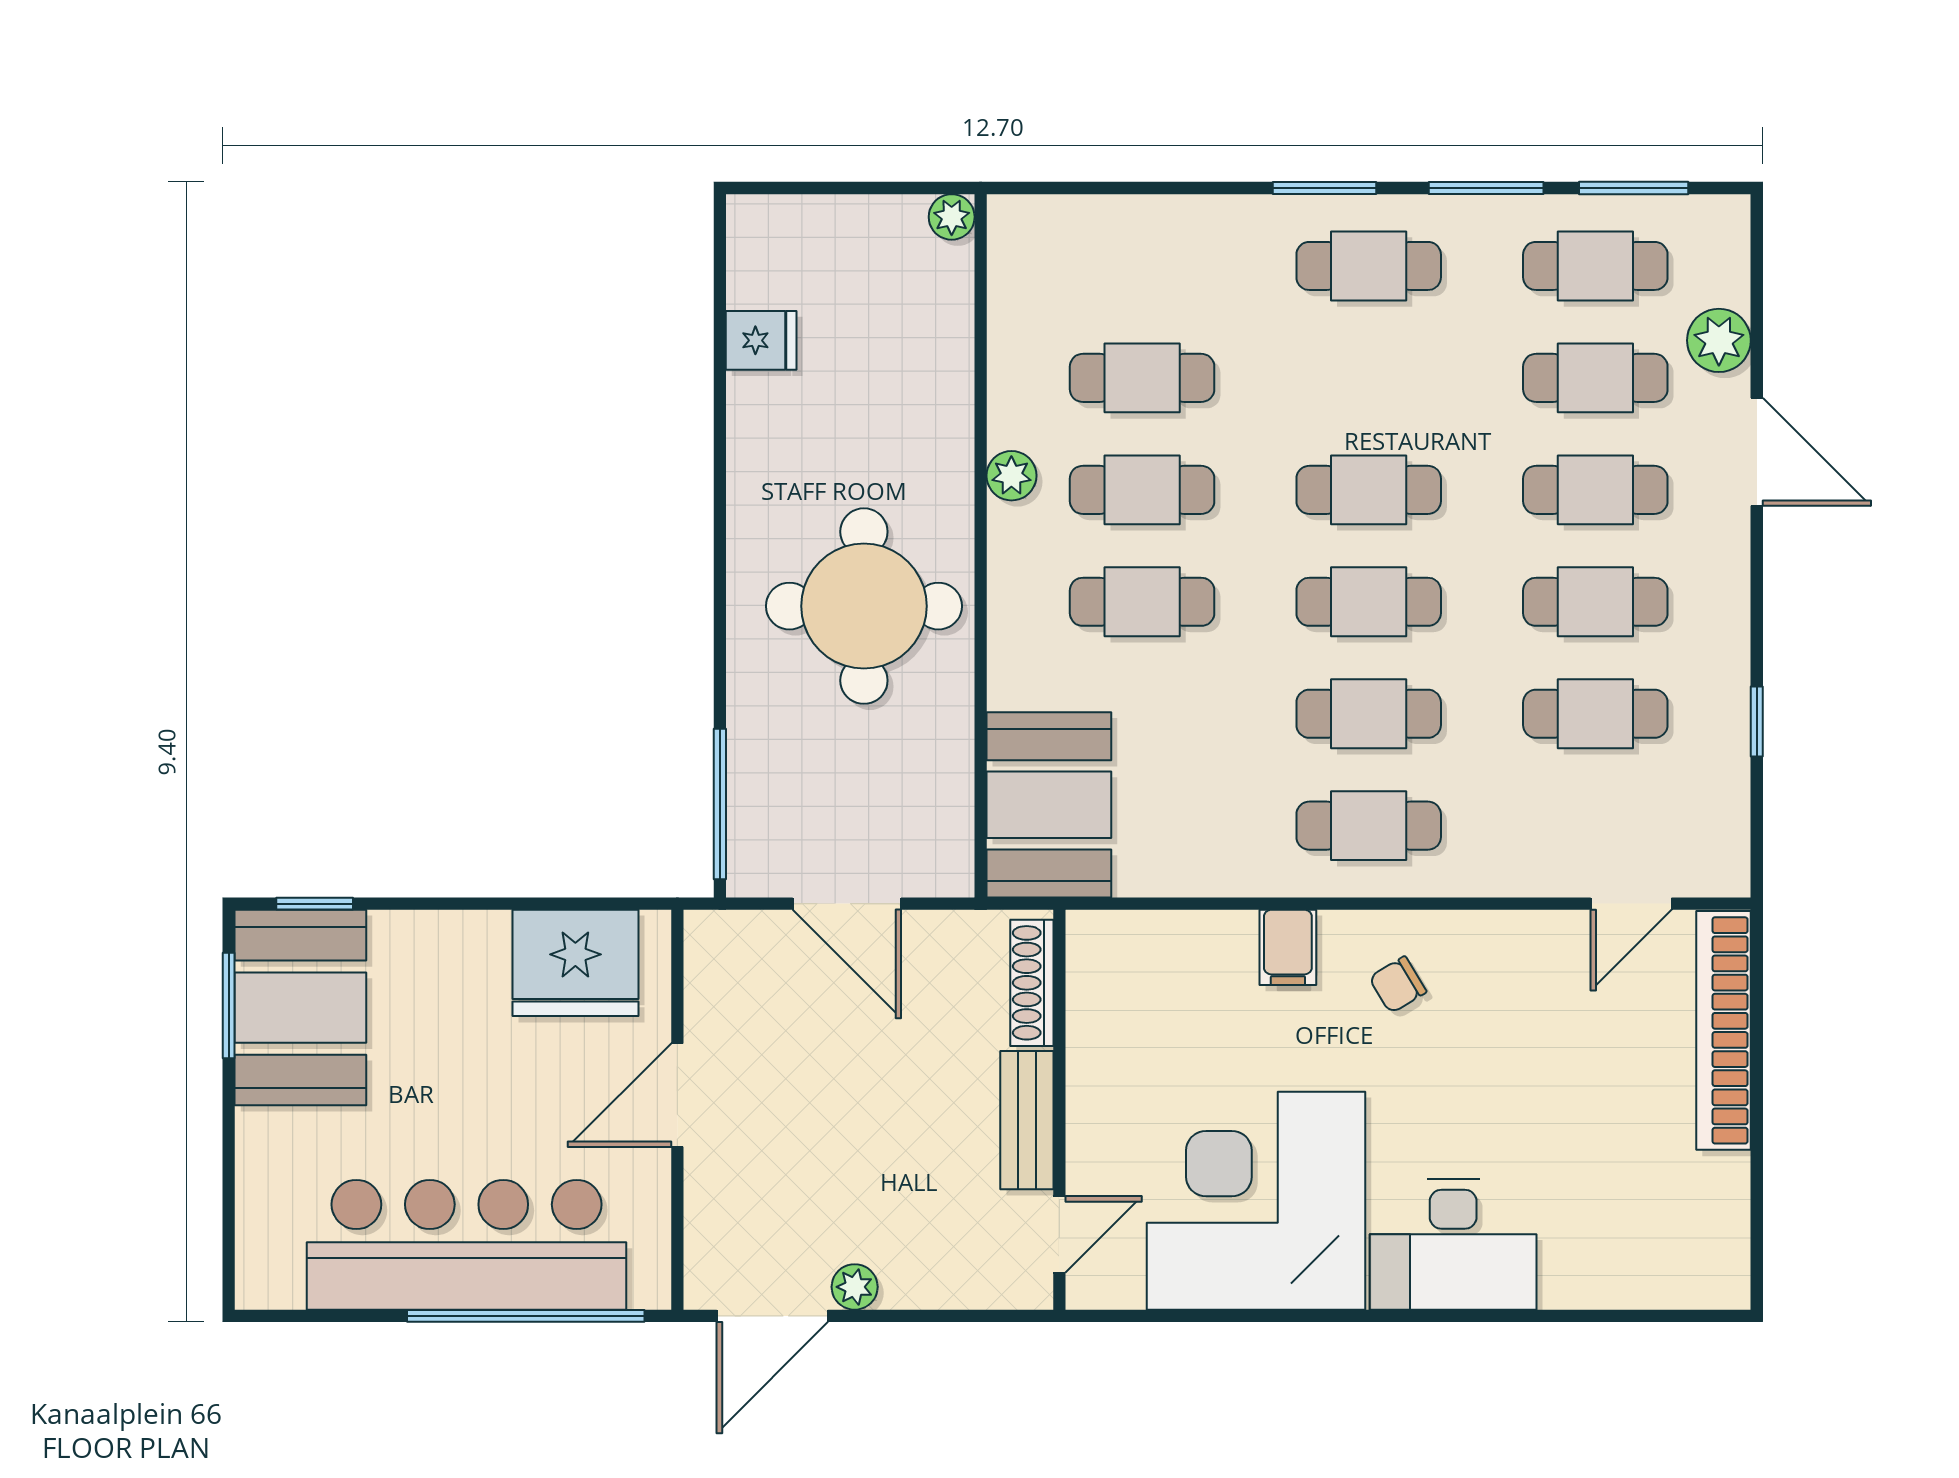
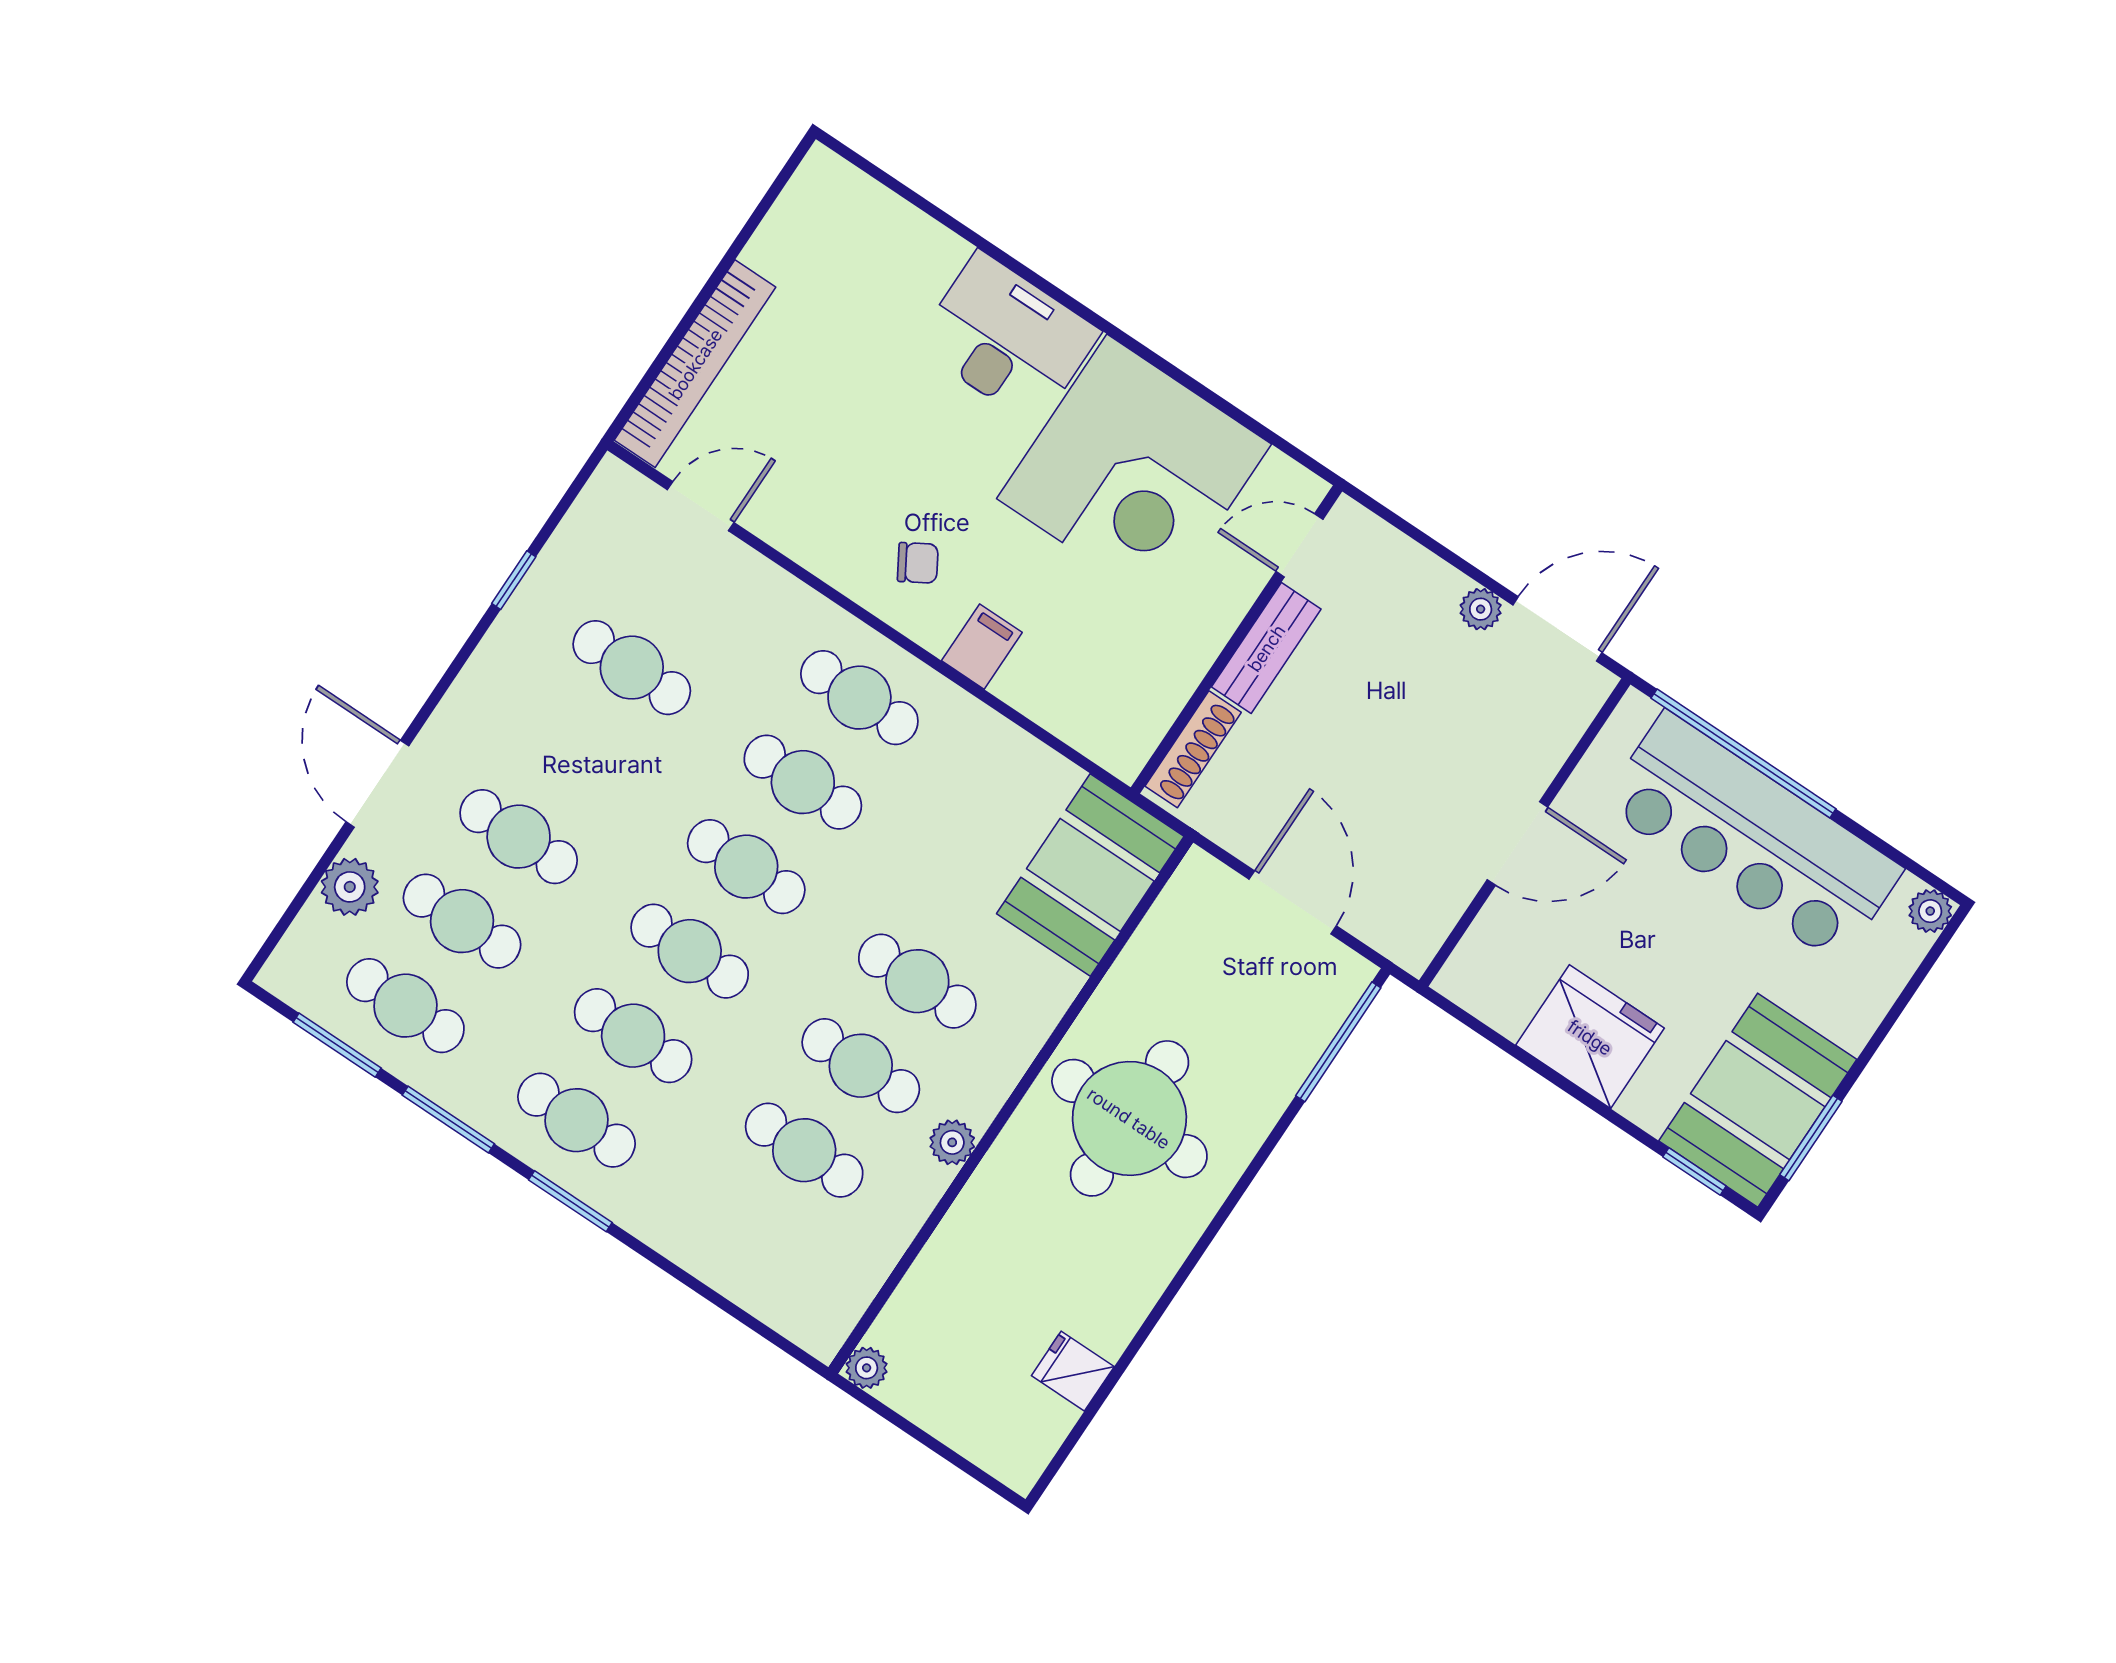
cafe table: (1595, 602) -> (633, 1036), moved
fridge: (575, 963) -> (1590, 1037), moved
plant: (258, 1286) -> (1930, 911), added

